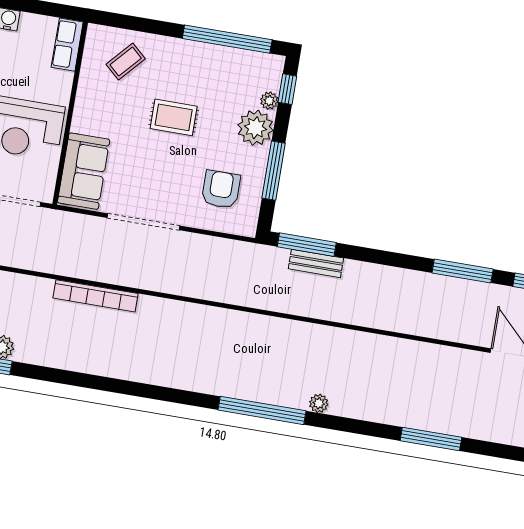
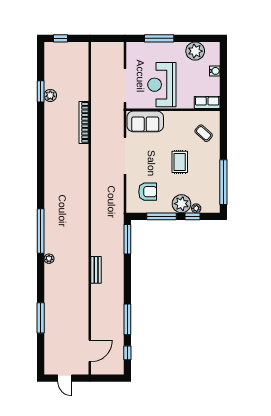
window: (287, 89) -> (192, 216), moved
bench: (316, 263) -> (96, 270), moved
bookcase: (95, 296) -> (84, 122), moved

